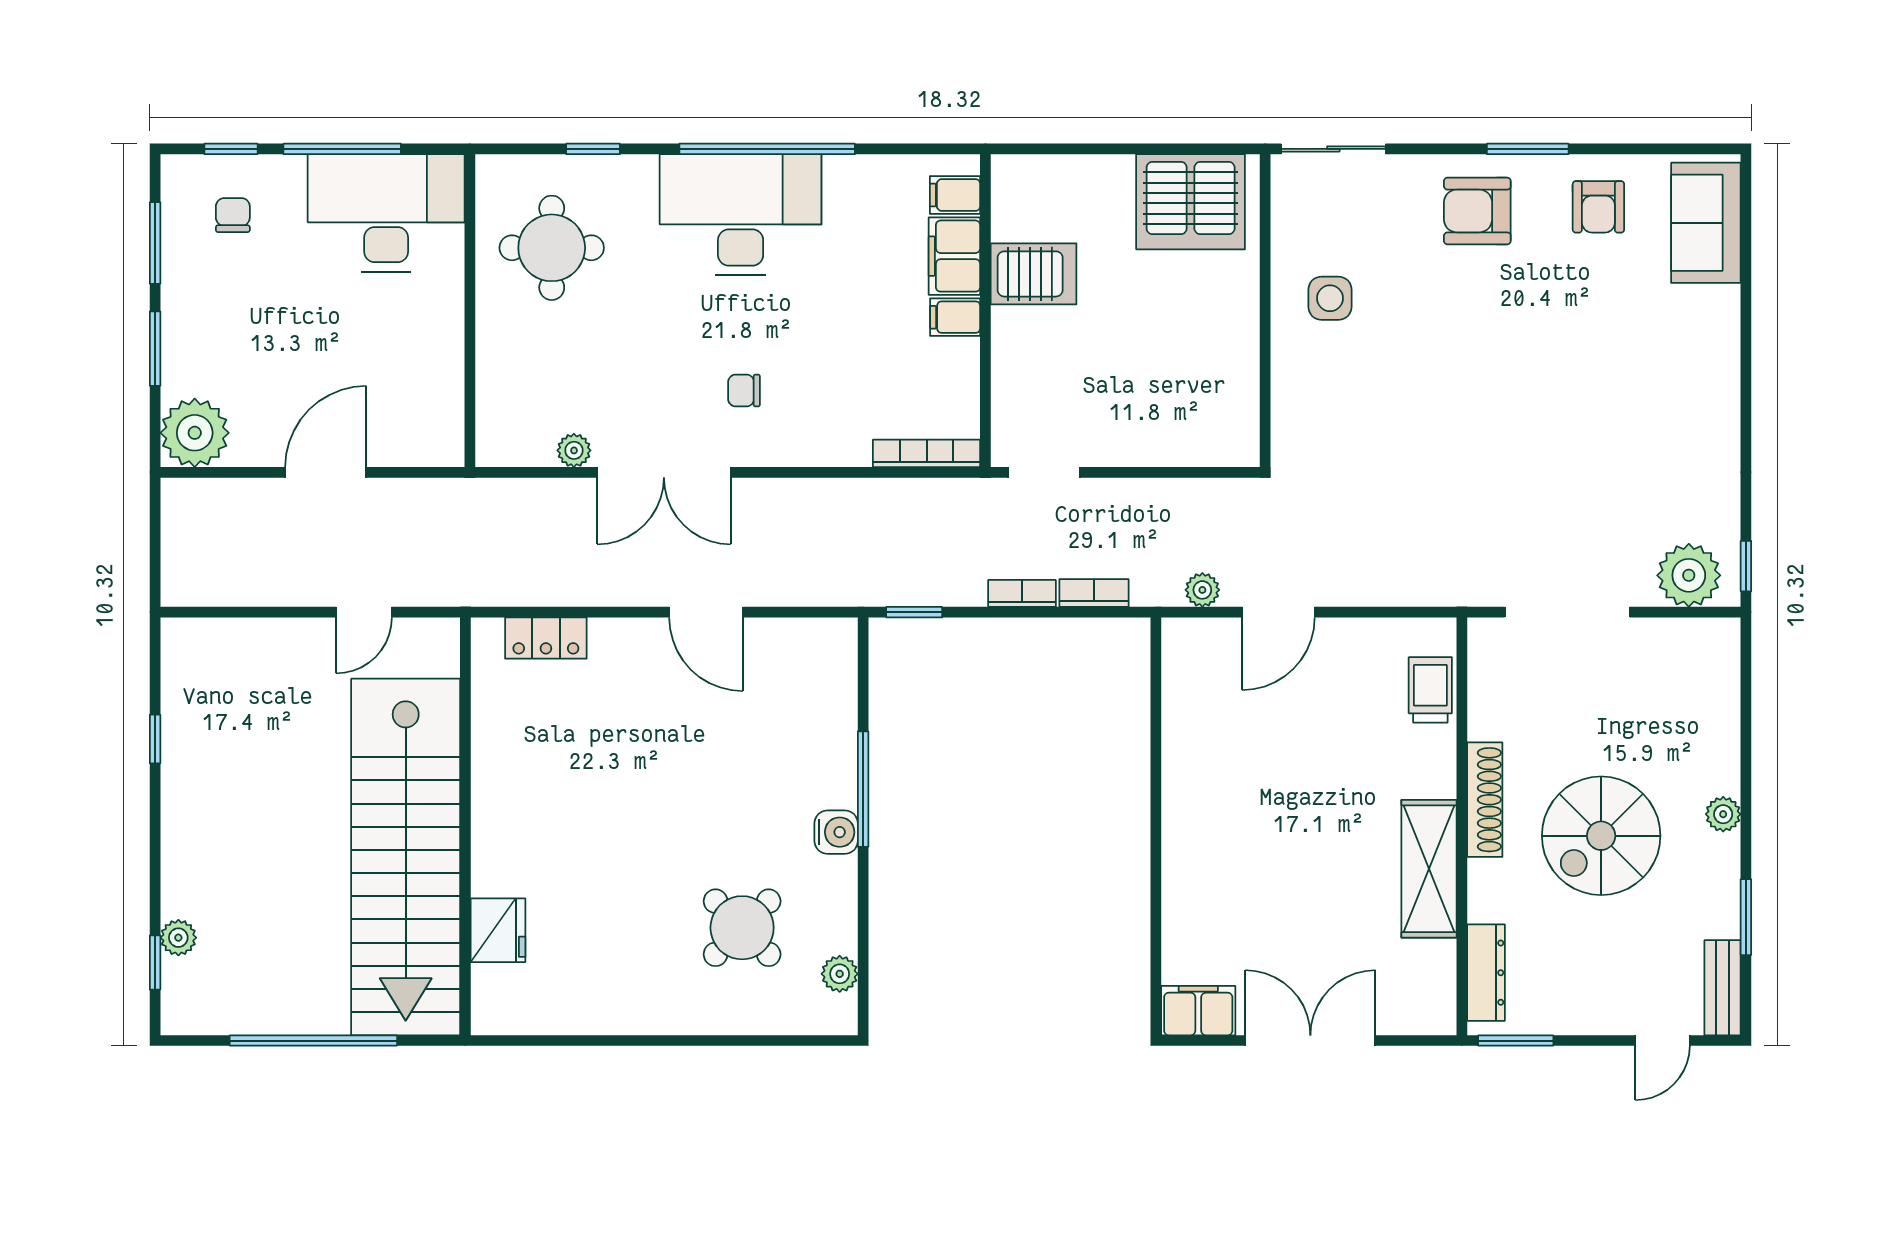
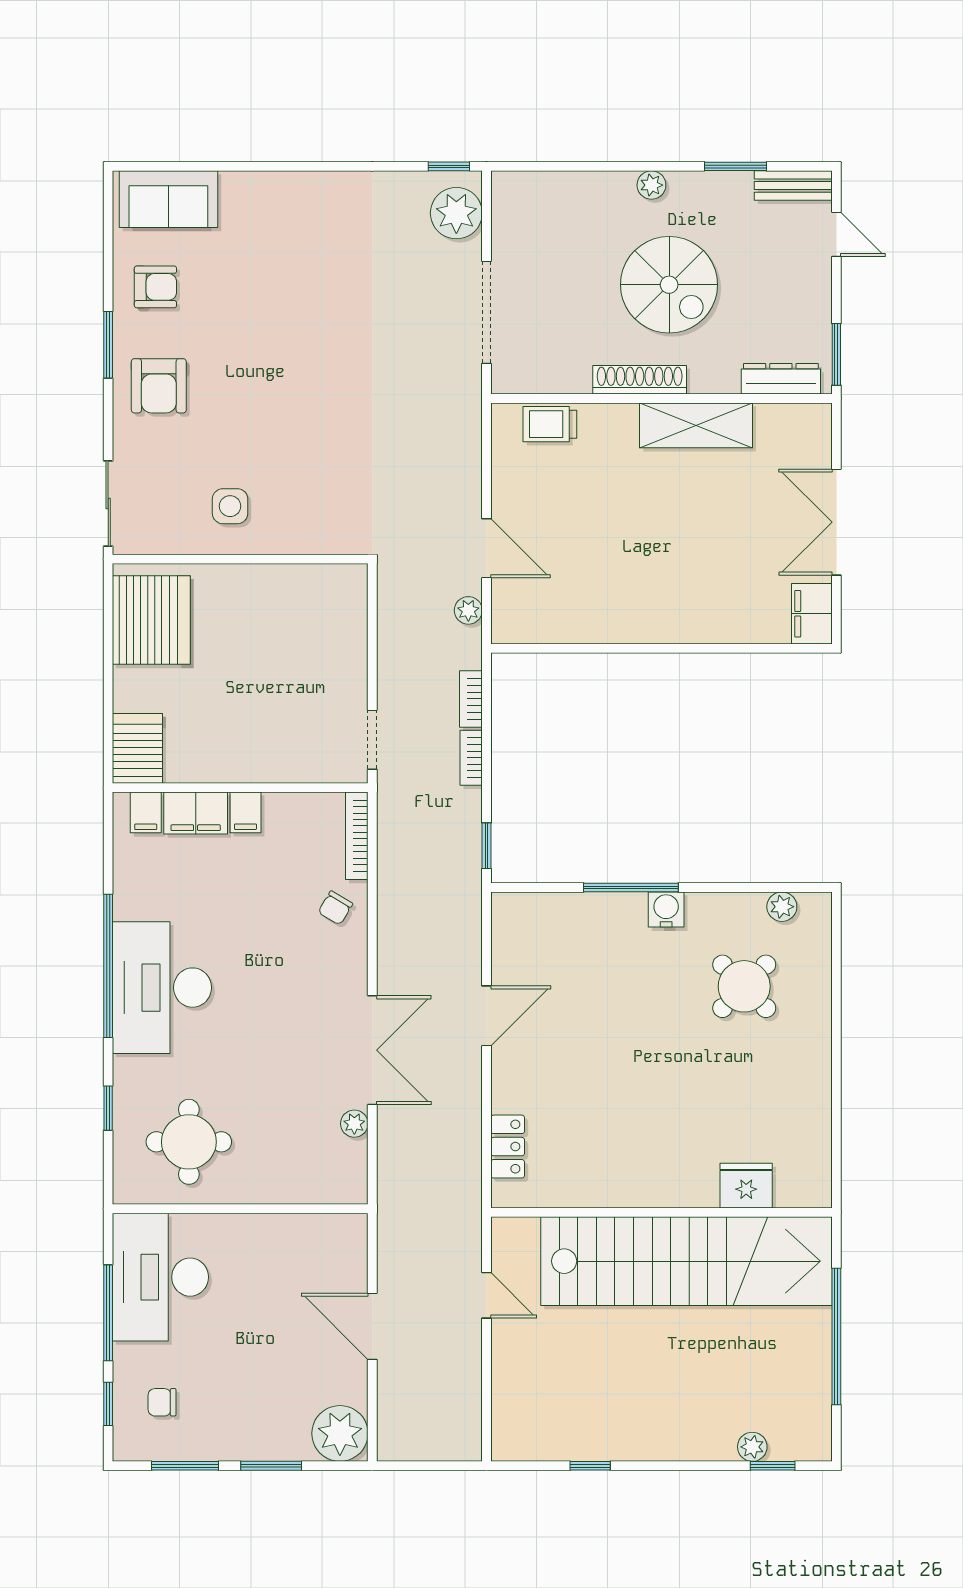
server rack: (1034, 274) -> (137, 748), moved
chair: (744, 391) -> (335, 908), moved, turned 31

